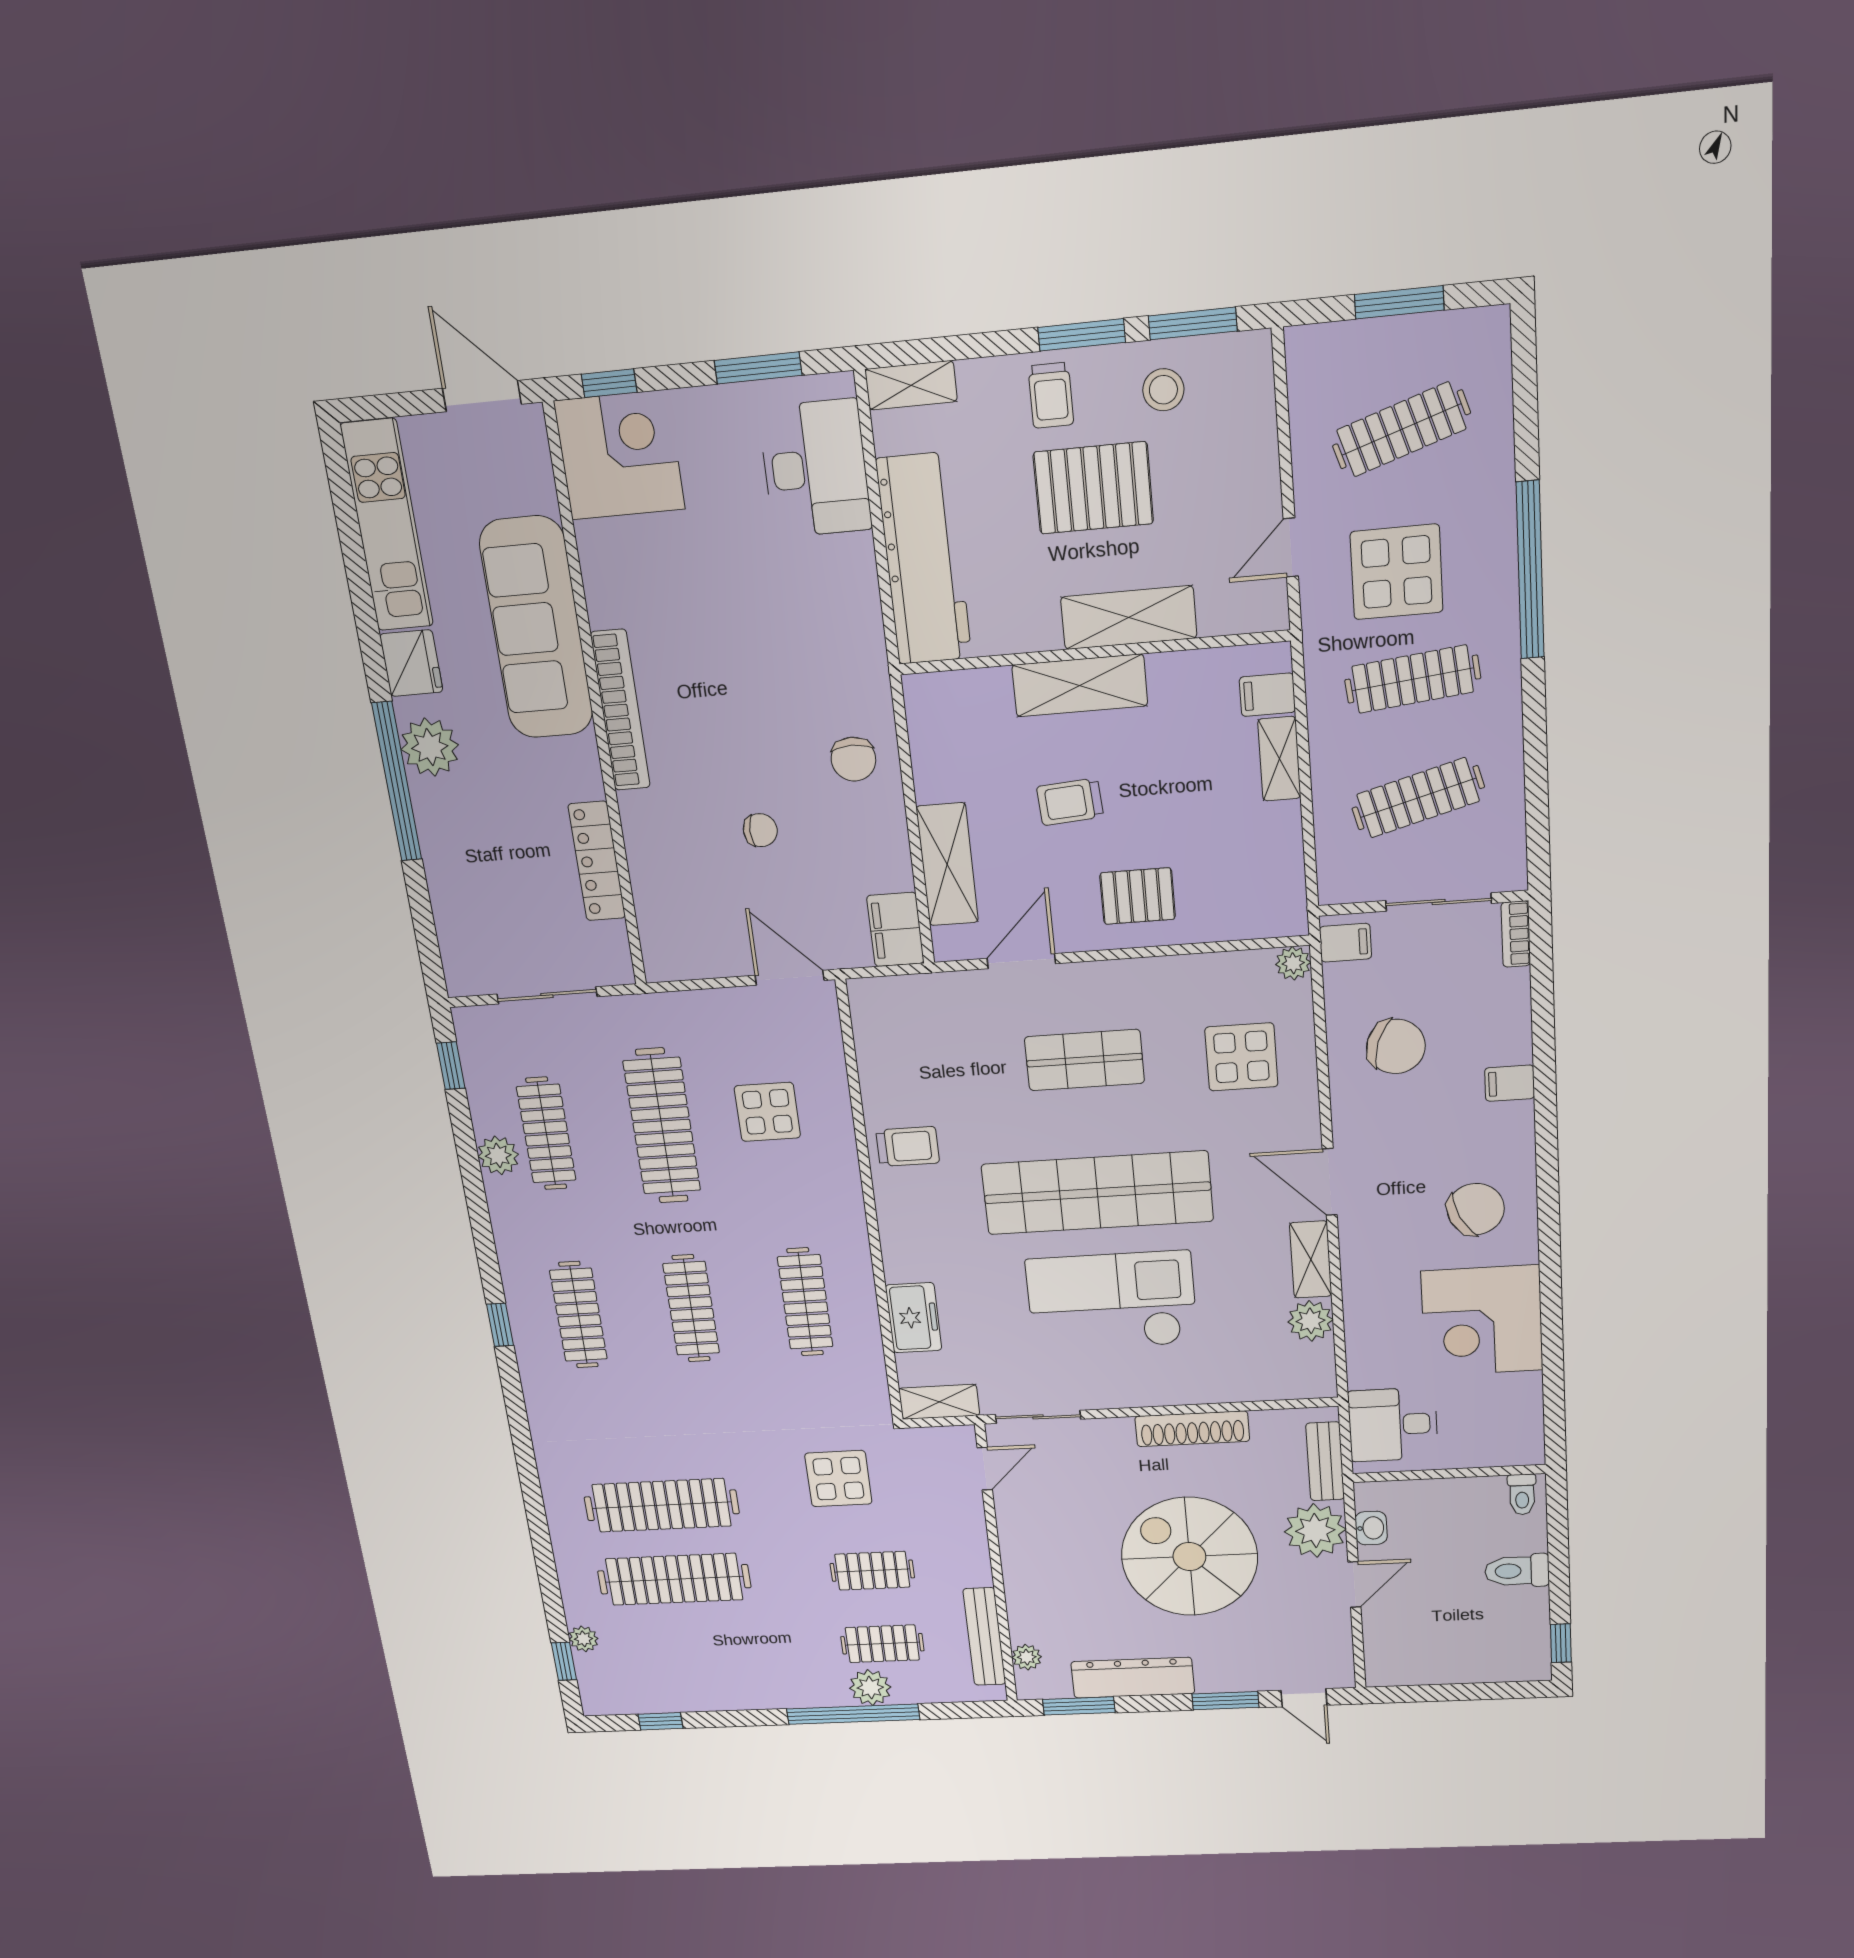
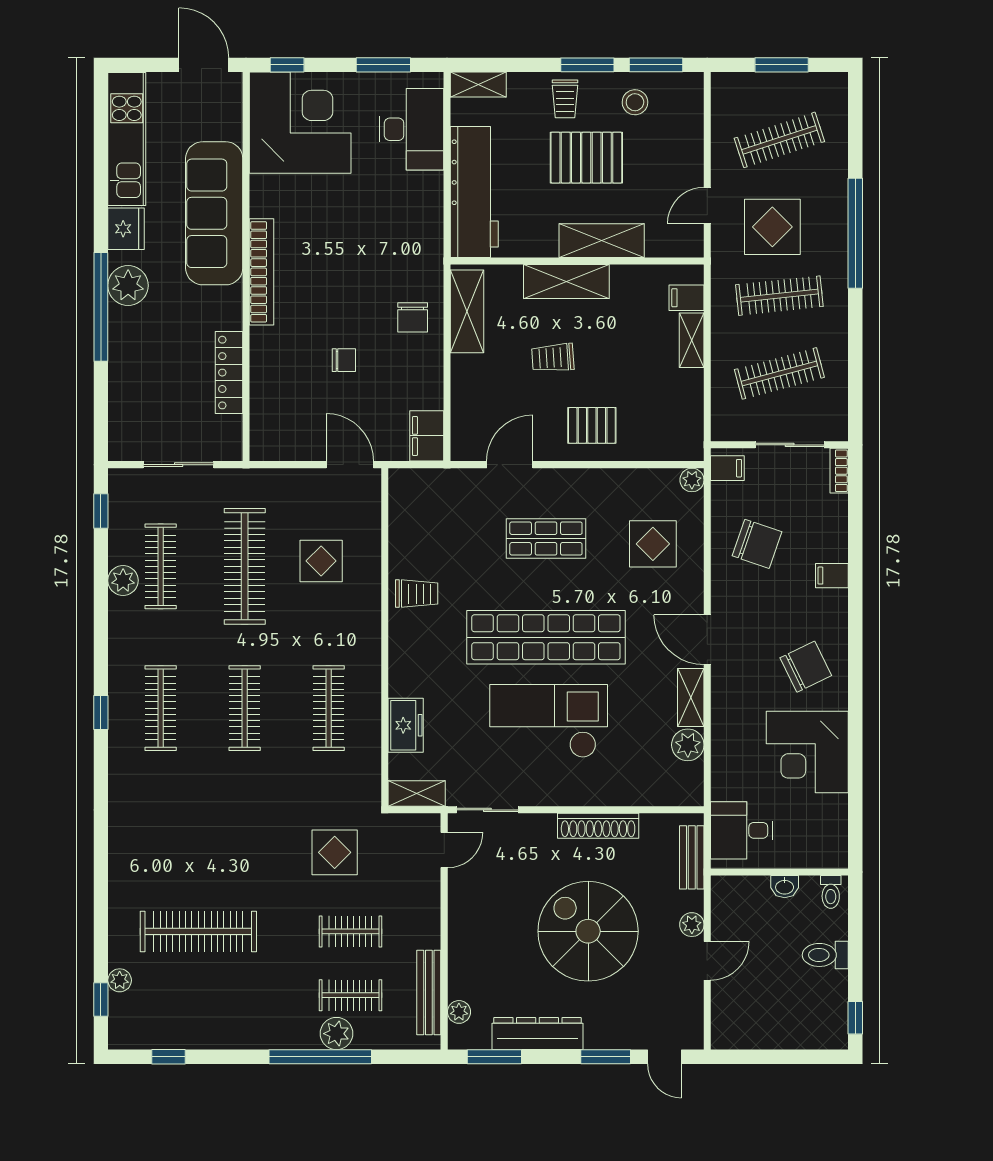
corner desk: (619, 455) -> (300, 123), width x1.36, depth x1.36
shelving: (947, 864) -> (467, 311), moved
clothes rail: (662, 1505) -> (198, 868), removed
washbasin: (1371, 1528) -> (785, 887), moved, turned 90
plant: (1315, 1531) -> (692, 925), width x0.53, depth x0.53

